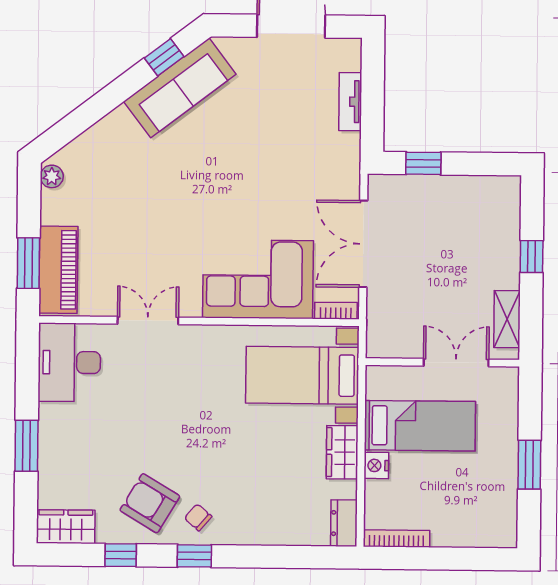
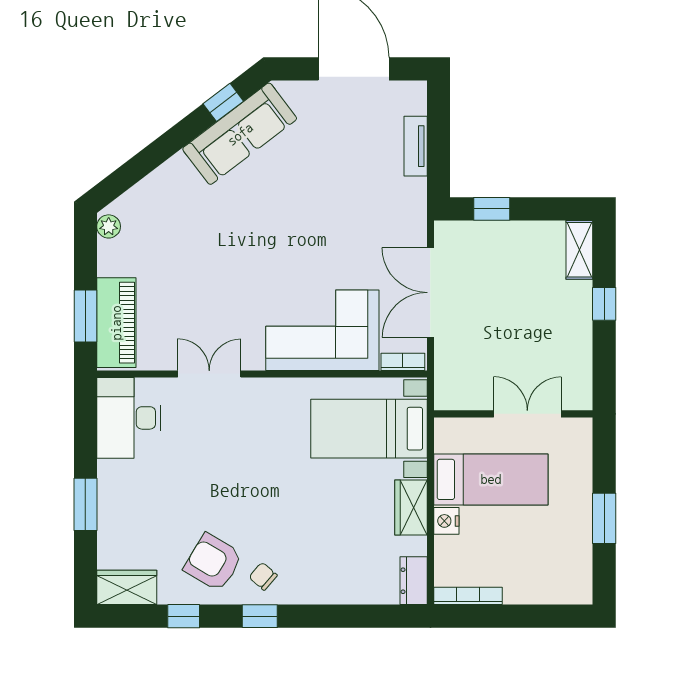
shelving: (507, 319) -> (579, 250), moved

